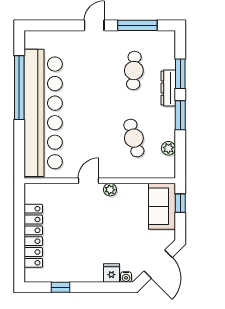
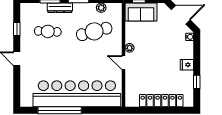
window: (137, 25) -> (17, 29), width x0.46
cafe table: (134, 138) -> (94, 31), width x1.37, depth x1.35
fridge: (111, 273) -> (187, 65), moved

